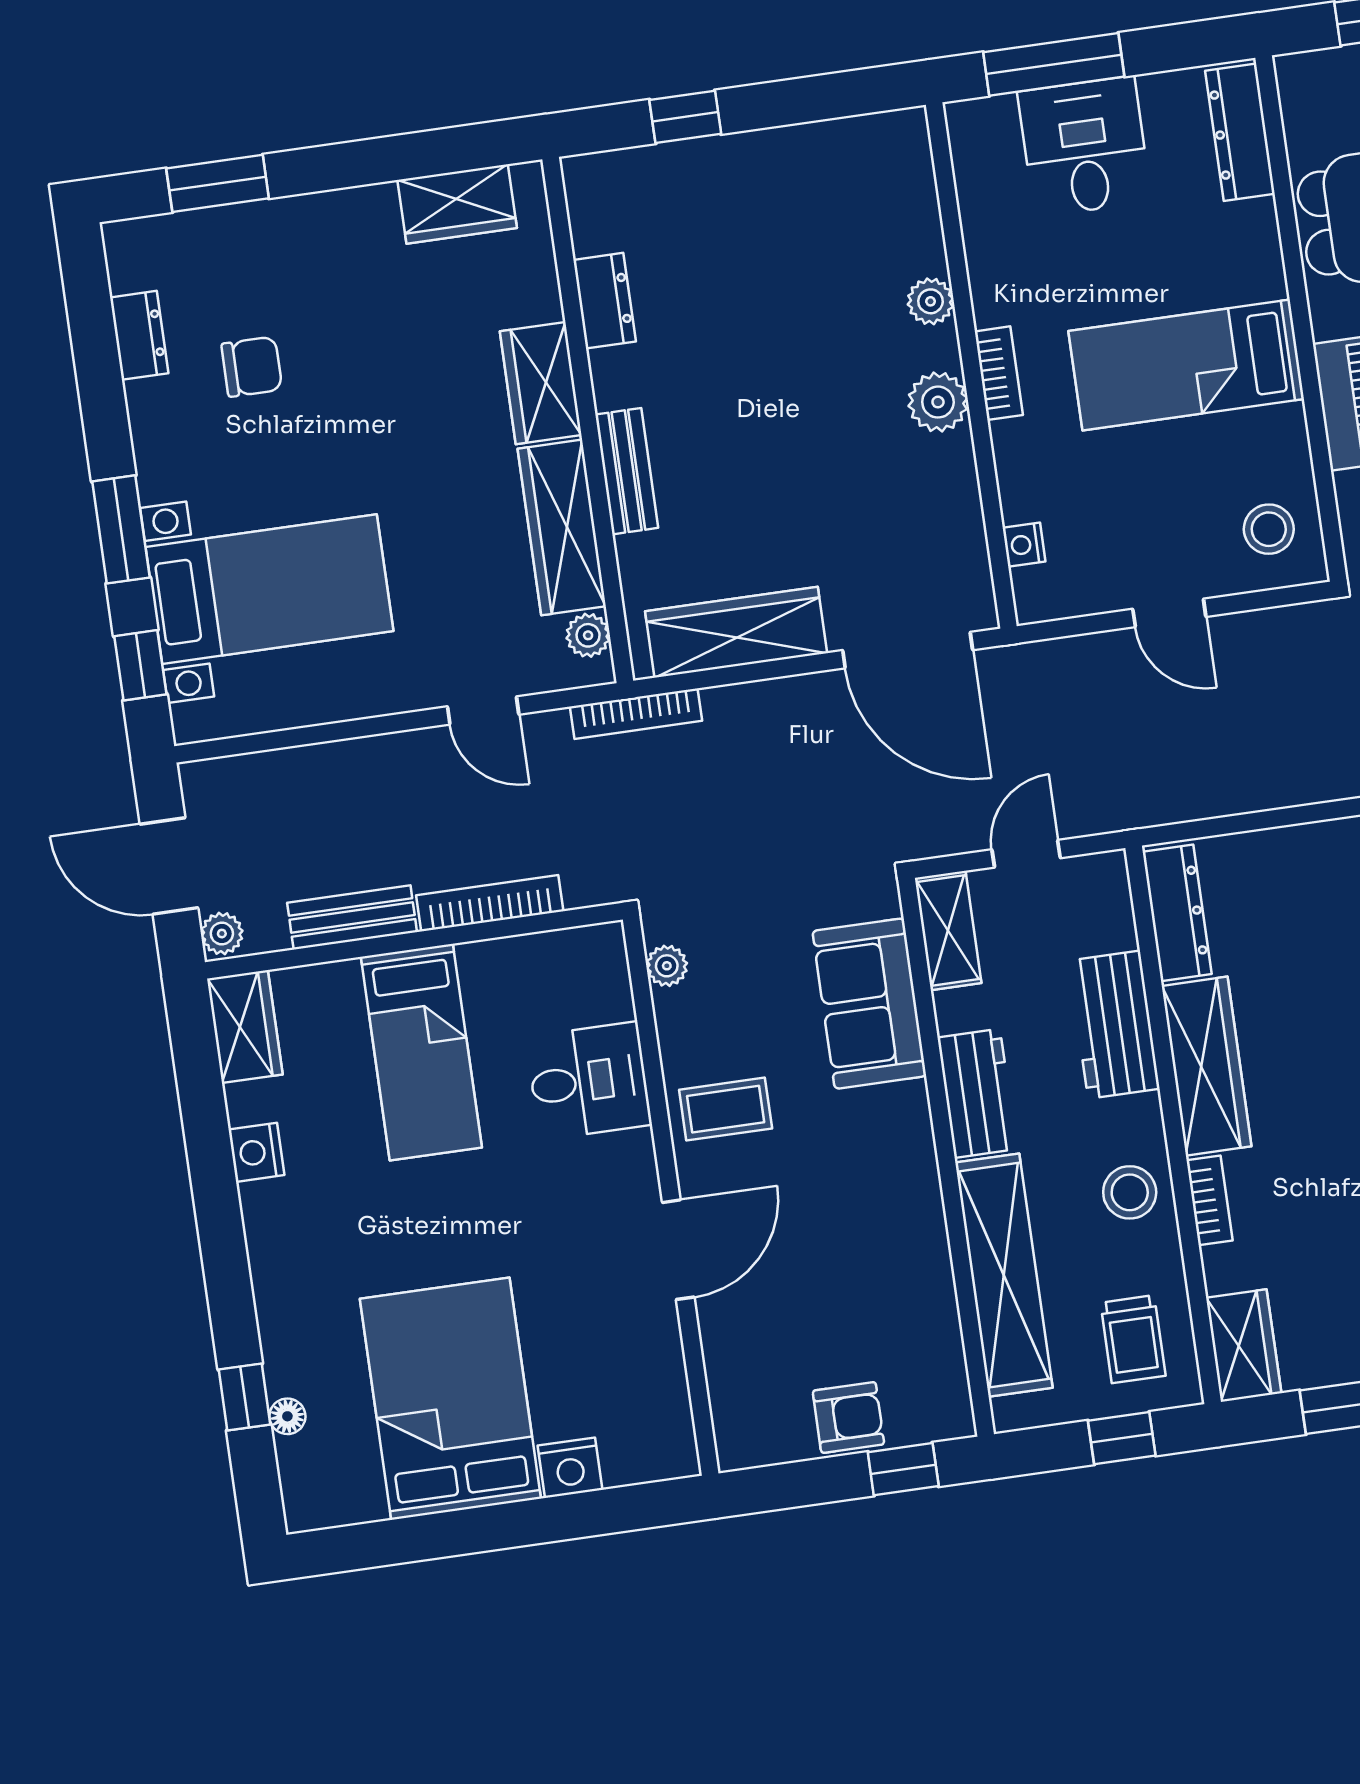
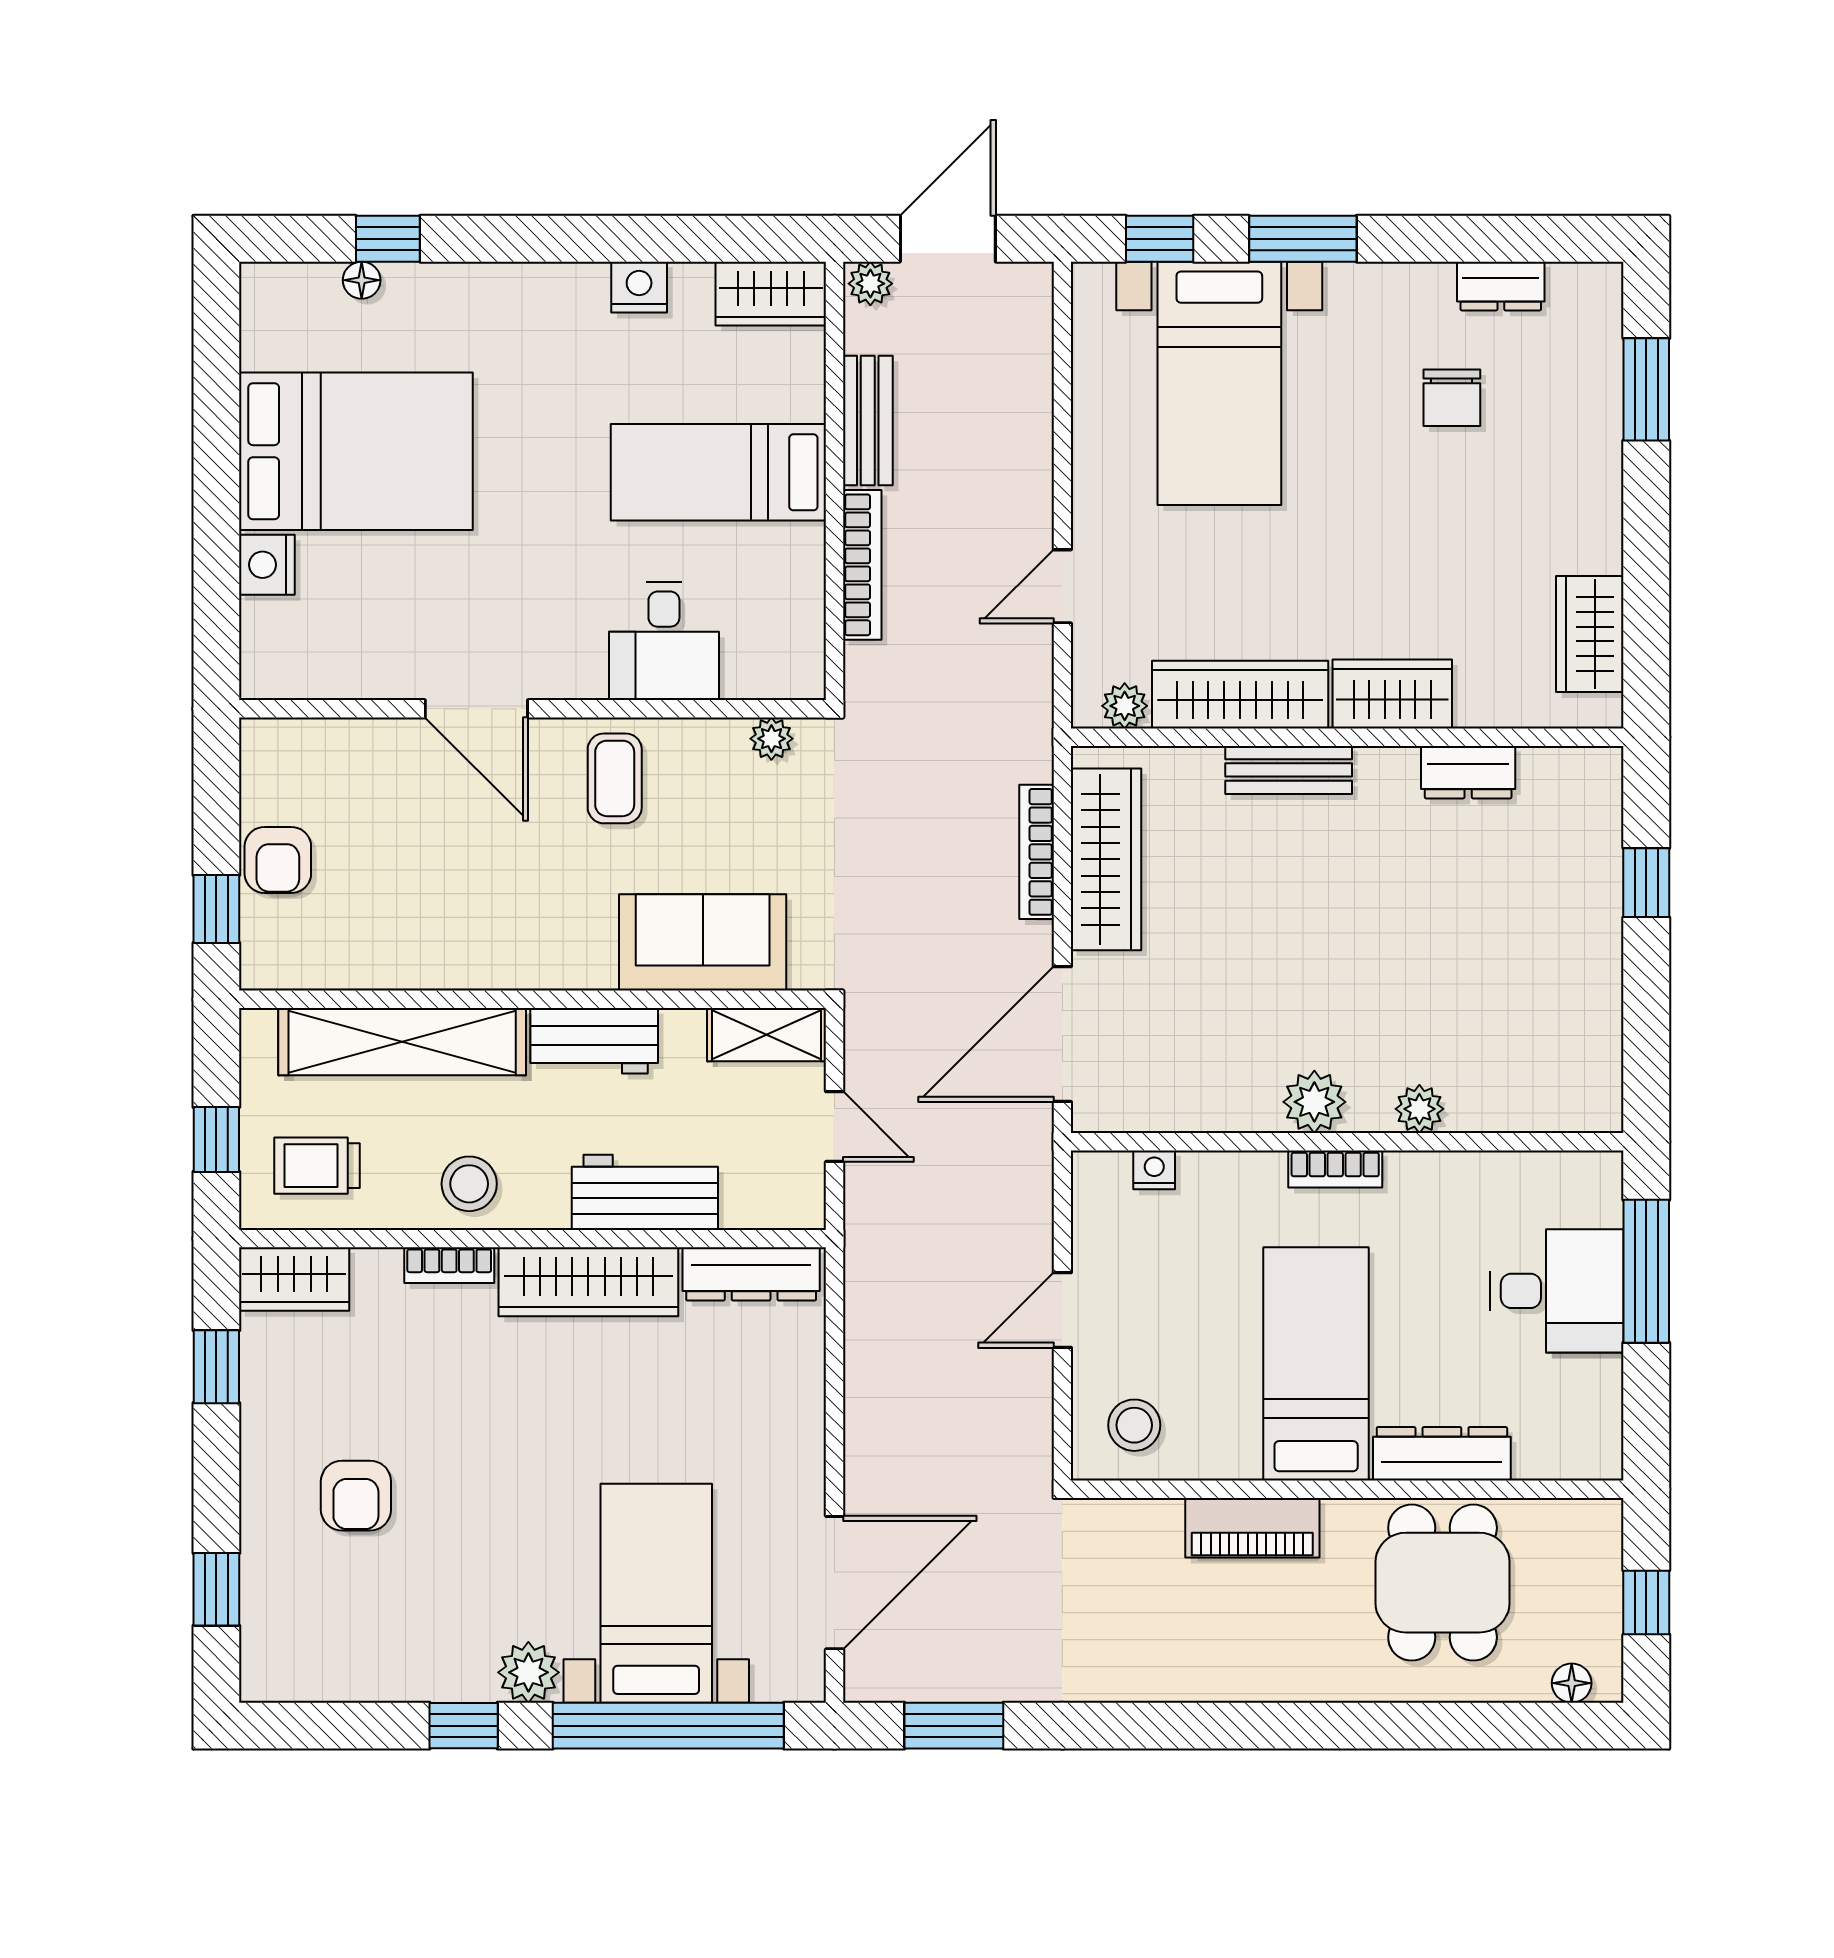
dresser: (1240, 132) -> (1442, 1454), moved
bookcase: (636, 714) -> (1037, 852), moved

